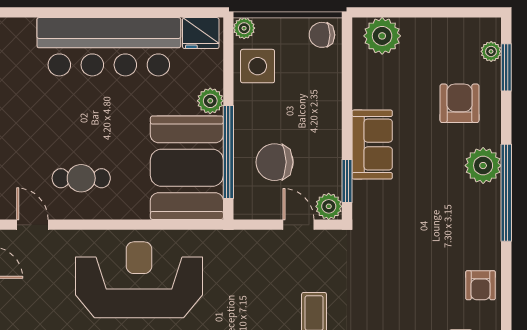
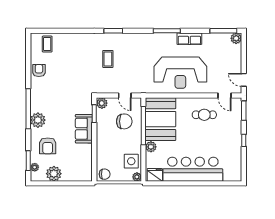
plant: (382, 36) -> (54, 174), moved
door: (298, 225) -> (125, 96), moved

